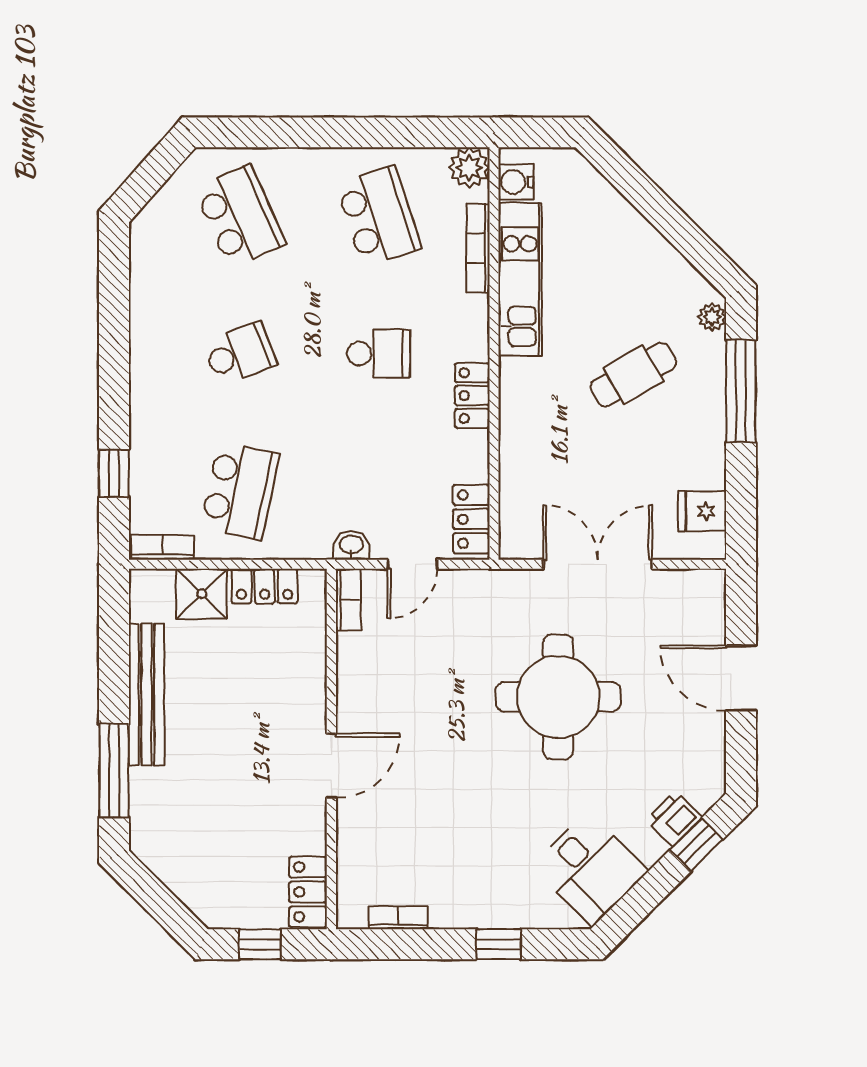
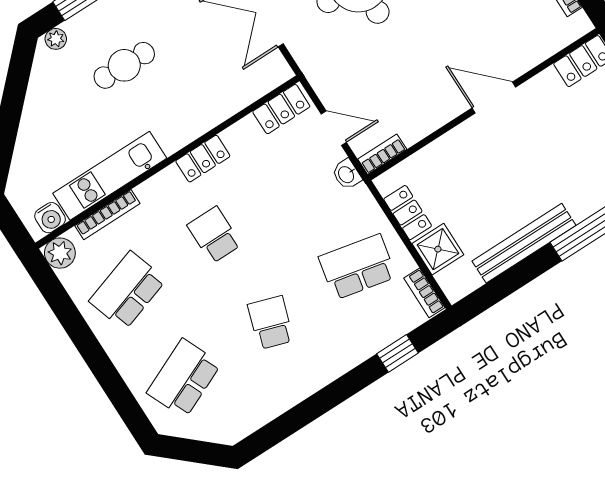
school desk: (240, 354) -> (271, 323), turned 39
cafe table: (633, 375) -> (124, 65), turned -59

